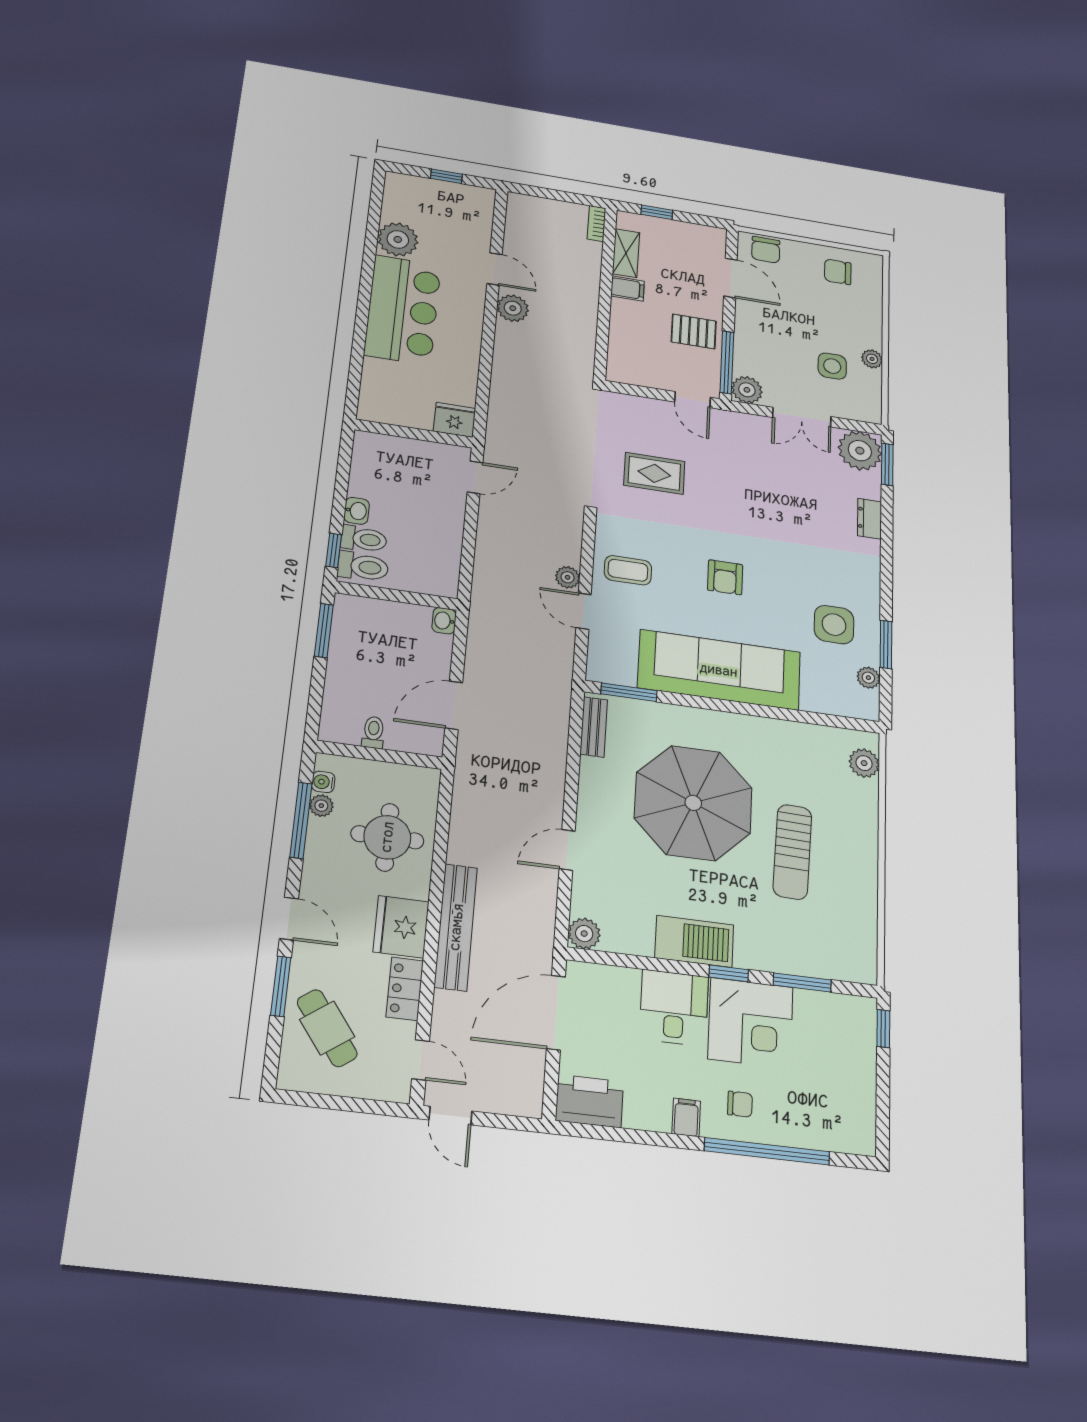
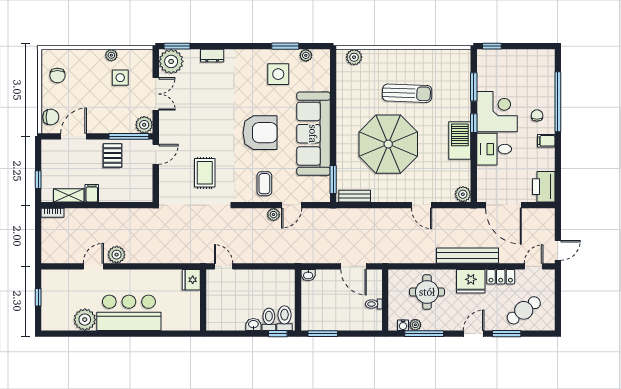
armchair: (725, 577) -> (260, 133), width x1.88, depth x1.88

